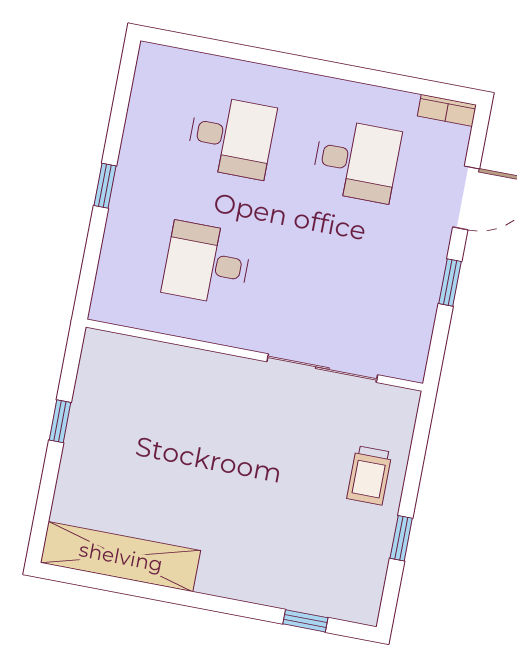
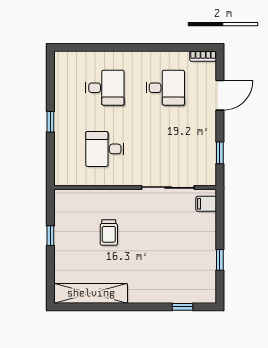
window: (450, 282) -> (220, 153), moved
filing cabinet: (395, 417) -> (206, 204), added
trolley: (369, 475) -> (109, 233), moved

